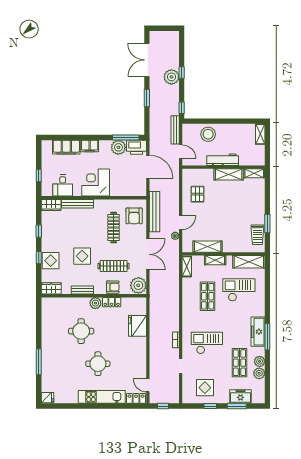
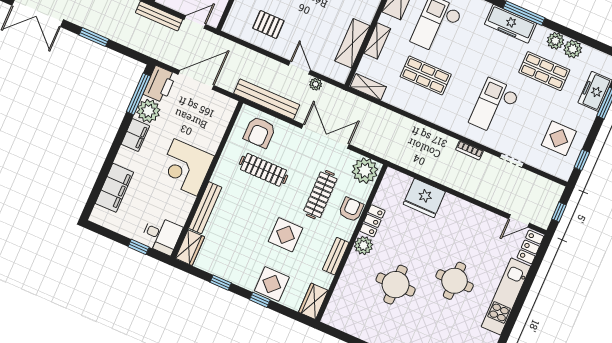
filing cabinet: (90, 146) -> (135, 135), moved
desk: (63, 186) -> (161, 235), moved
armchair: (134, 216) -> (260, 132), turned 90
window: (210, 406) -> (582, 160), moved

